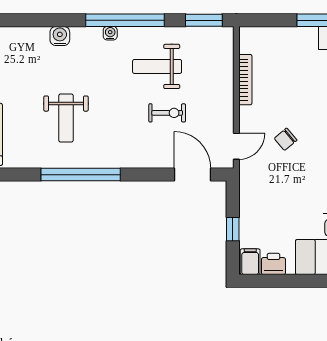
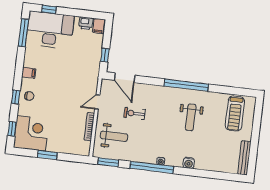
weight bench: (157, 66) -> (114, 136), moved
weight bench: (66, 118) -> (191, 117), turned 180
chair: (286, 139) -> (71, 91), removed
door: (236, 146) -> (97, 102), moved
window: (233, 229) -> (105, 55), moved

